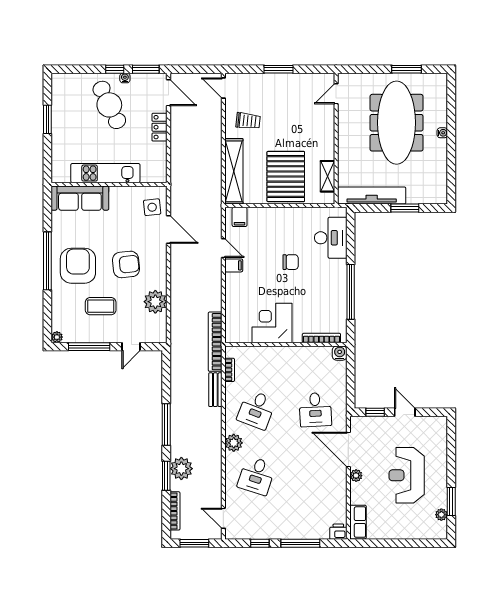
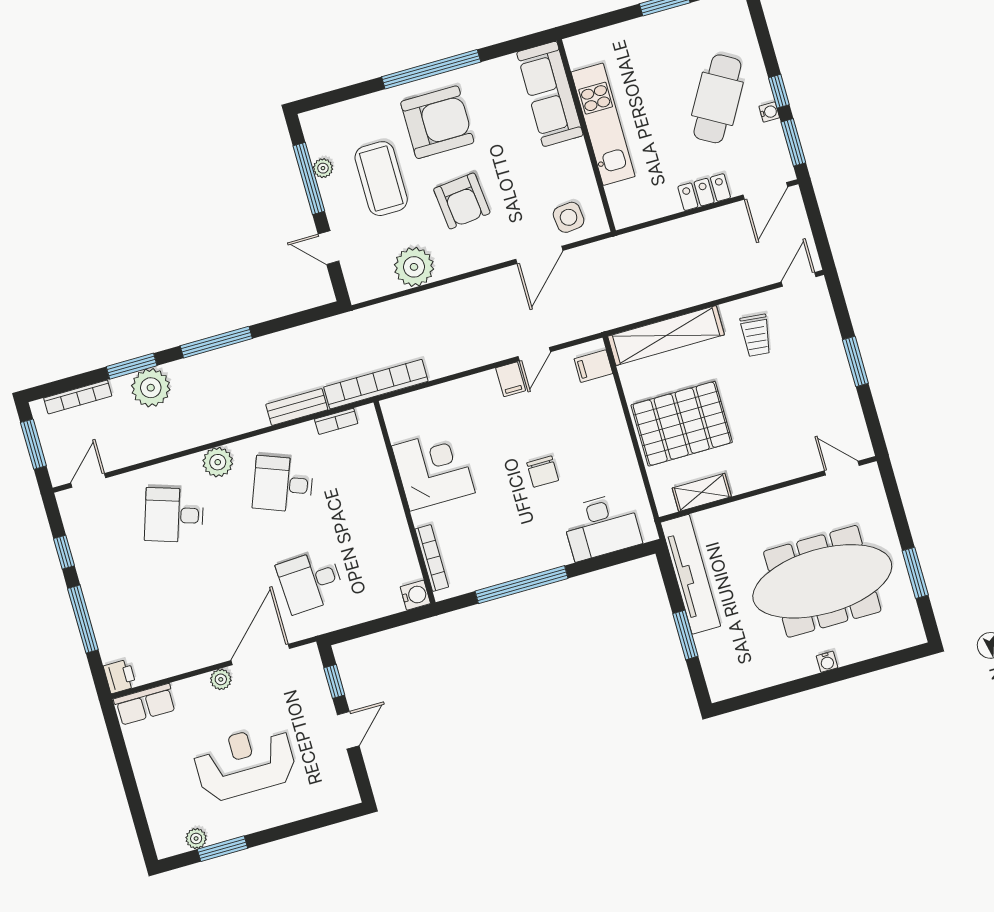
cafe table: (109, 105) -> (717, 99), turned -34
coffee table: (101, 306) -> (381, 179), width x1.36, depth x1.32
plant: (57, 337) -> (323, 168), moved

